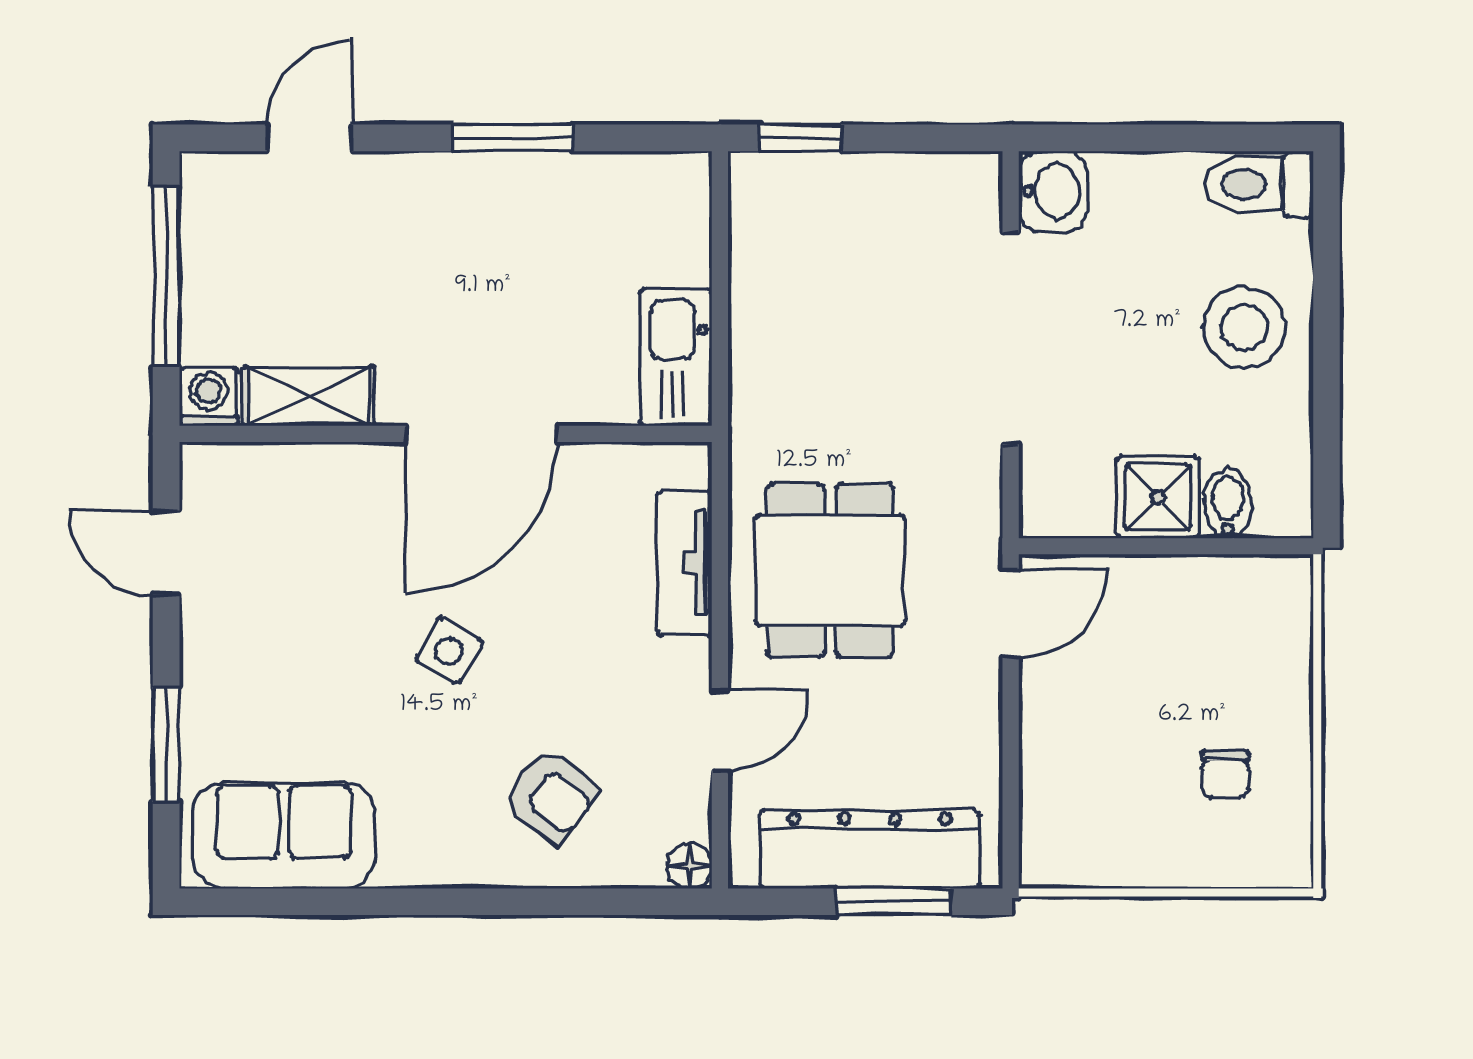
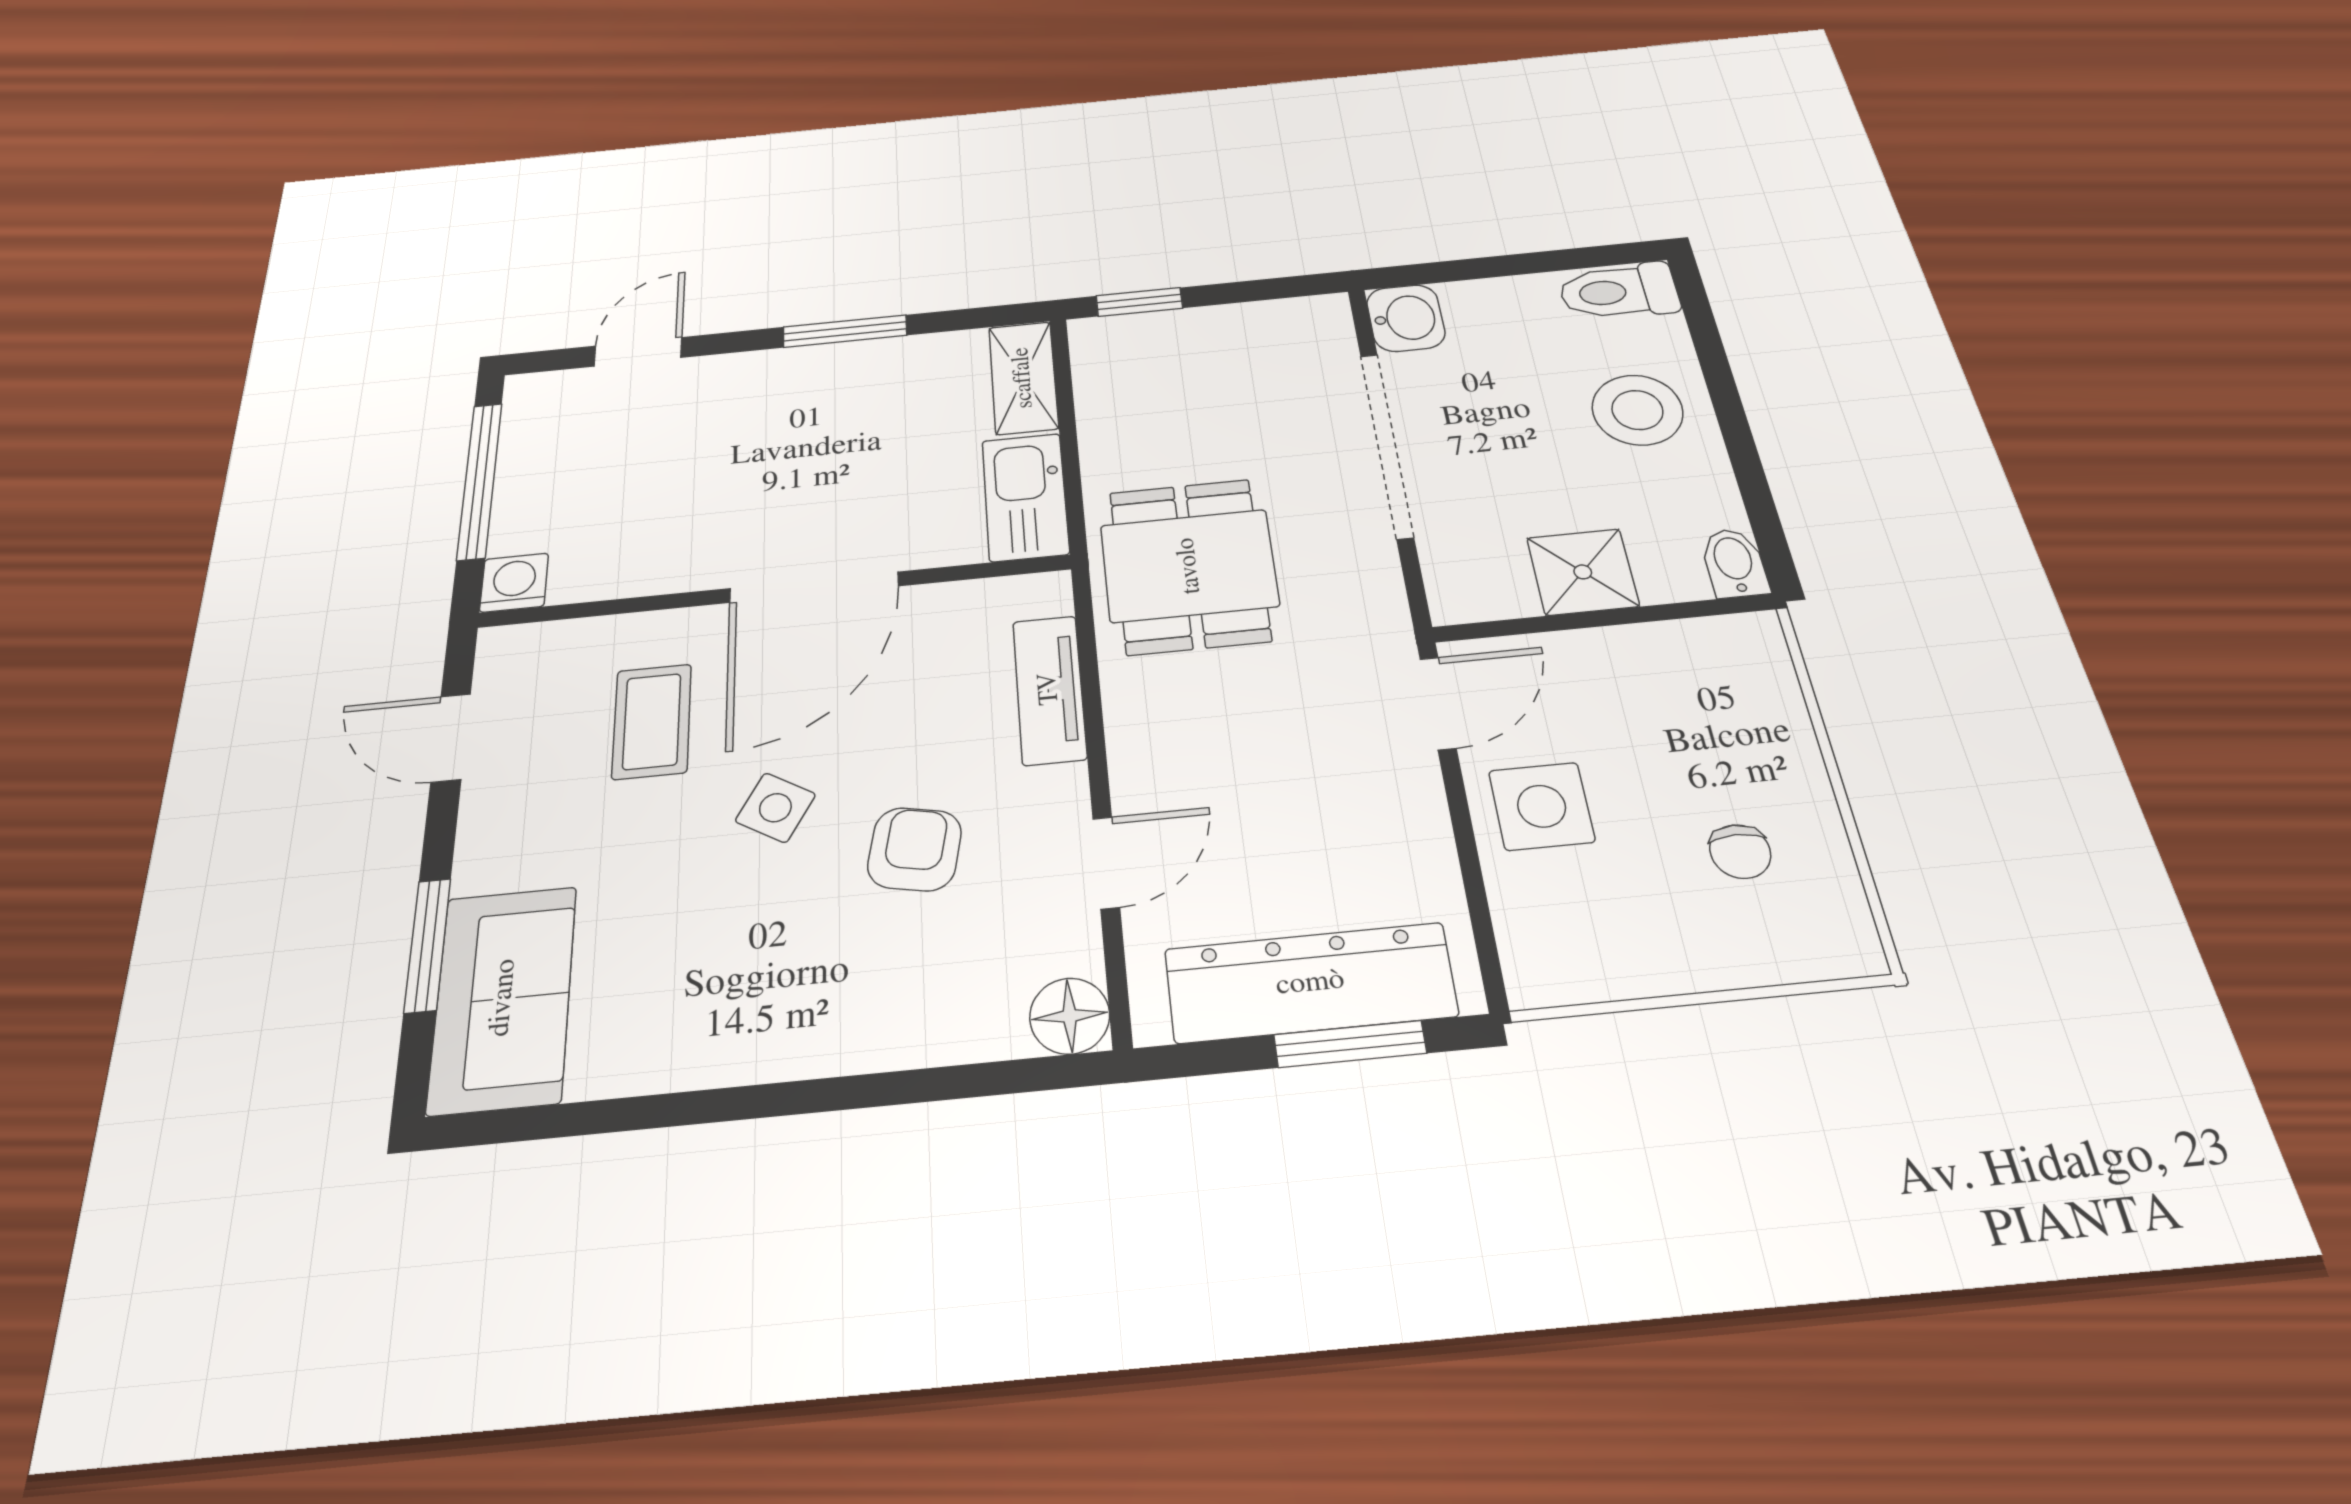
shelving: (309, 396) -> (1023, 378), moved, turned 90
bidet: (1228, 503) -> (1734, 563), moved
coffee table: (341, 556) -> (652, 721), added
dining table: (830, 570) -> (1189, 566), moved
side table: (1077, 718) -> (1542, 806), added
armchair: (551, 796) -> (915, 849), moved, turned -117
sofa: (284, 836) -> (503, 998), moved, turned 90
floor lamp: (689, 866) -> (1070, 1016), width x1.37, depth x1.37

